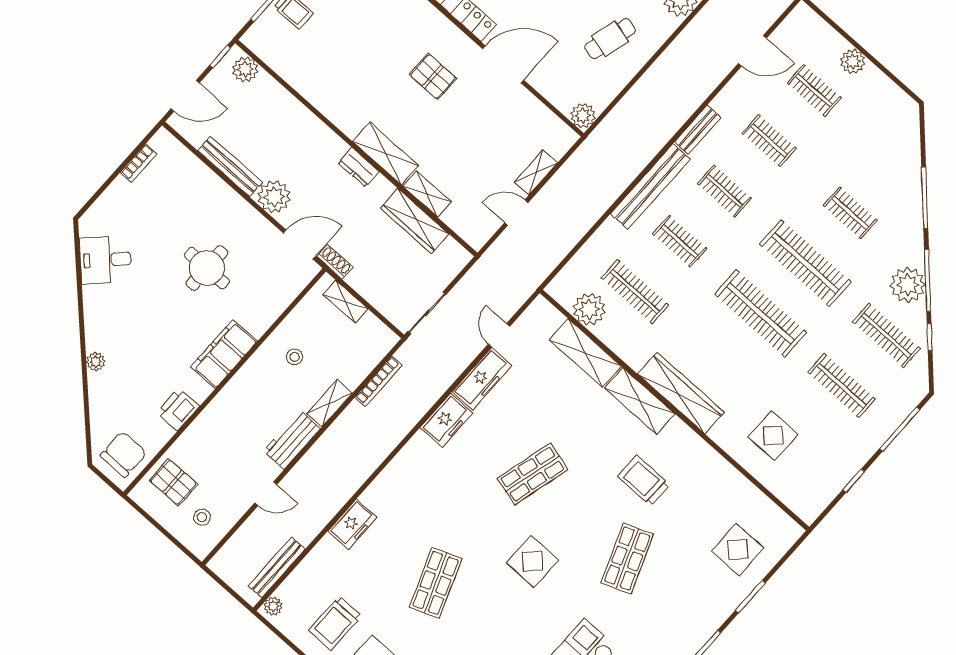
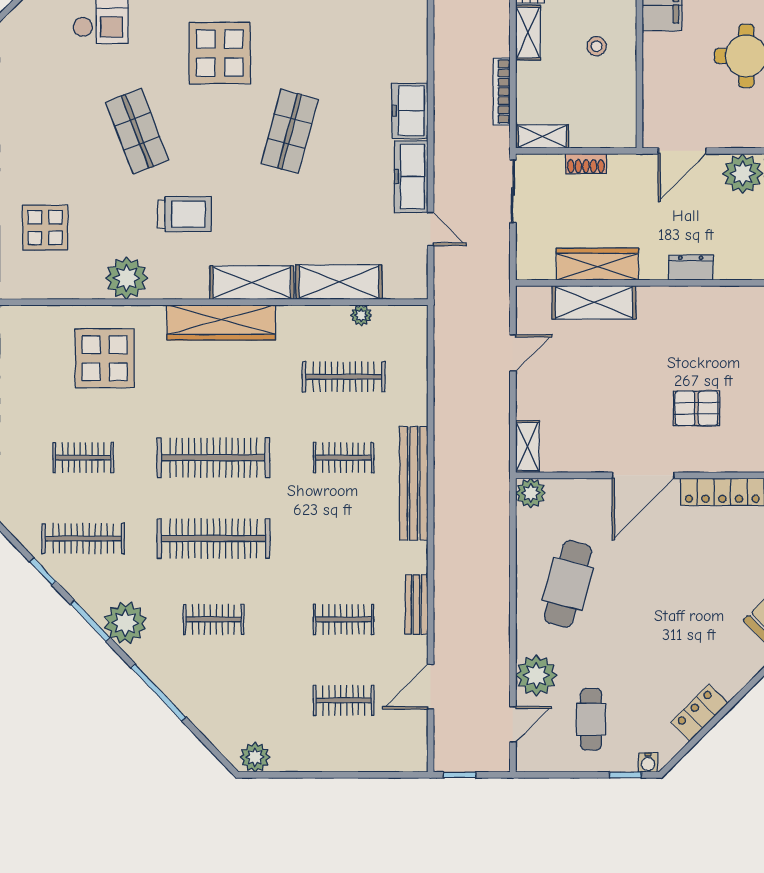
cafe table: (610, 39) -> (568, 584), width x1.37, depth x1.35
plant: (853, 61) -> (255, 757), moved
bench: (698, 130) -> (416, 604), moved
shelving: (386, 154) -> (677, 301), removed
shelving: (536, 173) -> (527, 447), moved
clothes rail: (724, 191) -> (344, 539), removed
shelving: (427, 194) -> (594, 302), width x1.50, depth x1.33
shoe rack: (335, 262) -> (586, 164), moved
window: (928, 280) -> (90, 621), width x0.69
plant: (908, 285) -> (125, 623), moved
shelving: (345, 302) -> (542, 136), moved
plant: (589, 309) -> (361, 315), width x0.53, depth x0.53
clothes rail: (841, 386) -> (83, 458), width x0.73
display table: (773, 435) -> (105, 358), width x1.36, depth x1.36
plant: (715, 473) -> (127, 278), added
display table: (533, 561) -> (220, 53), width x1.36, depth x1.36

